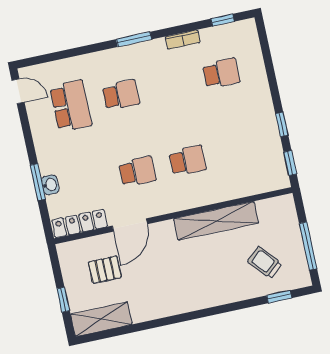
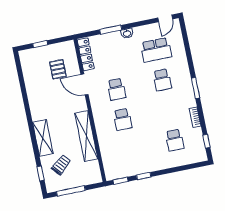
washbasin: (50, 185) -> (127, 33), moved
shelving: (101, 319) -> (43, 138), moved

